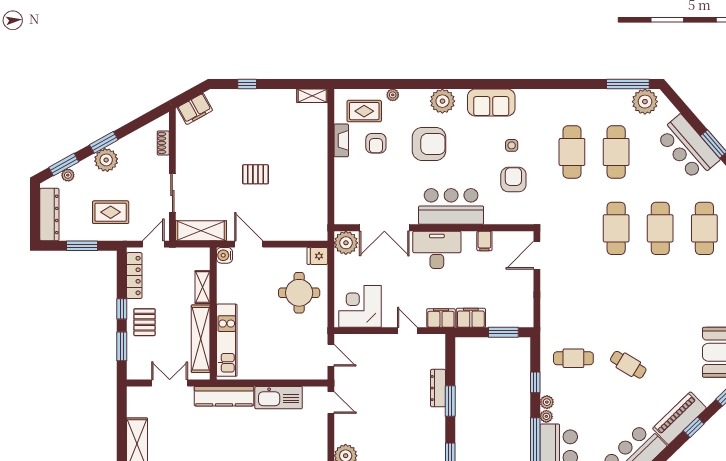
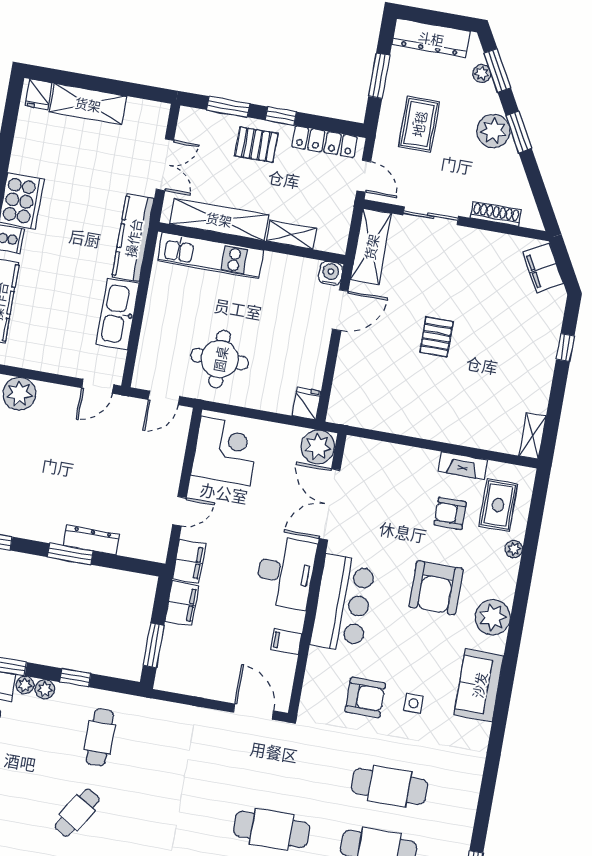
shoe rack: (163, 143) -> (496, 214), width x1.43
round table: (299, 293) -> (220, 359), moved

